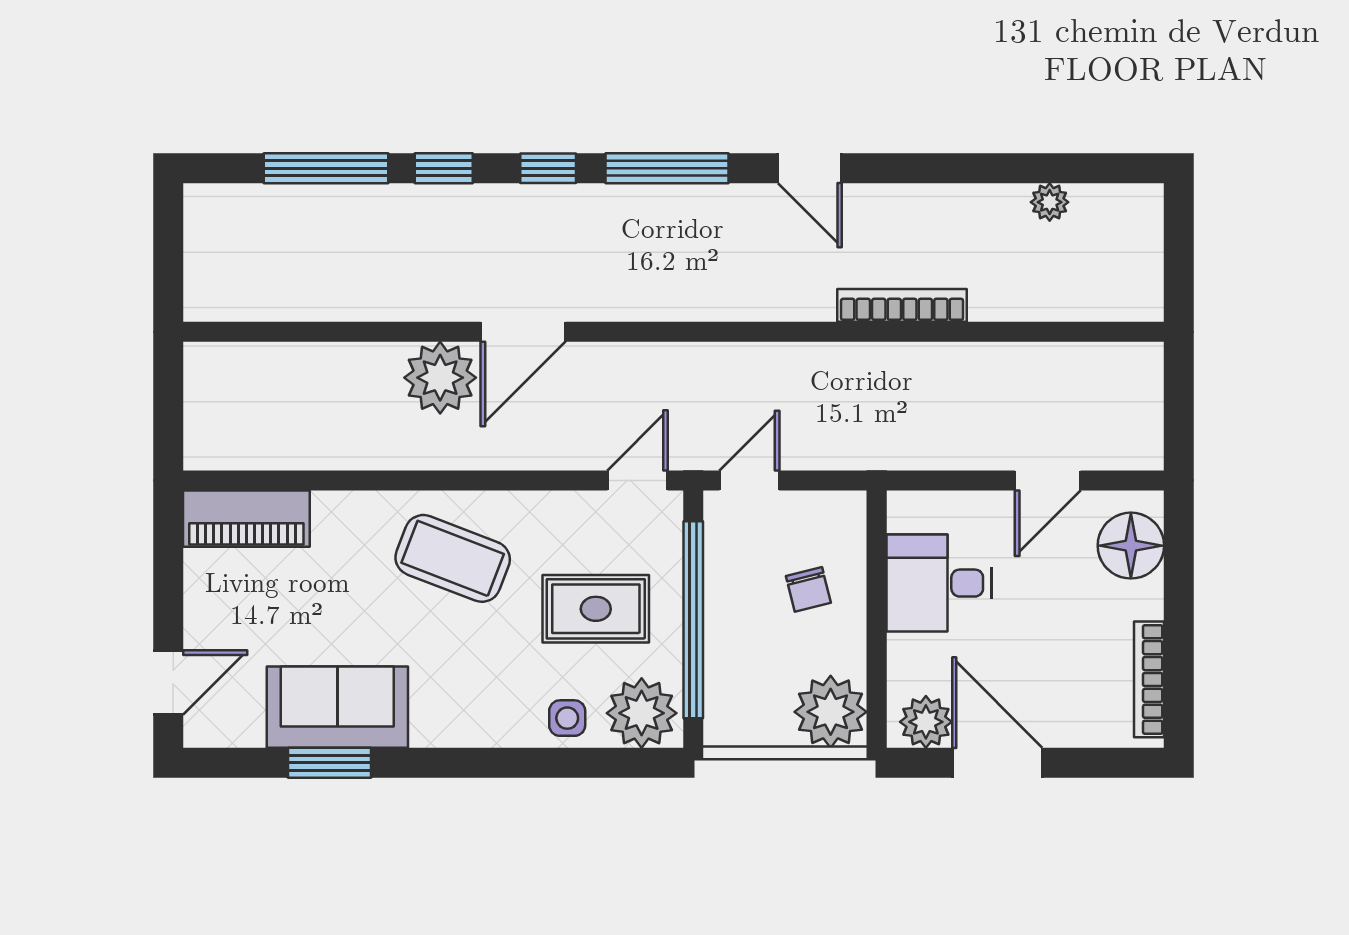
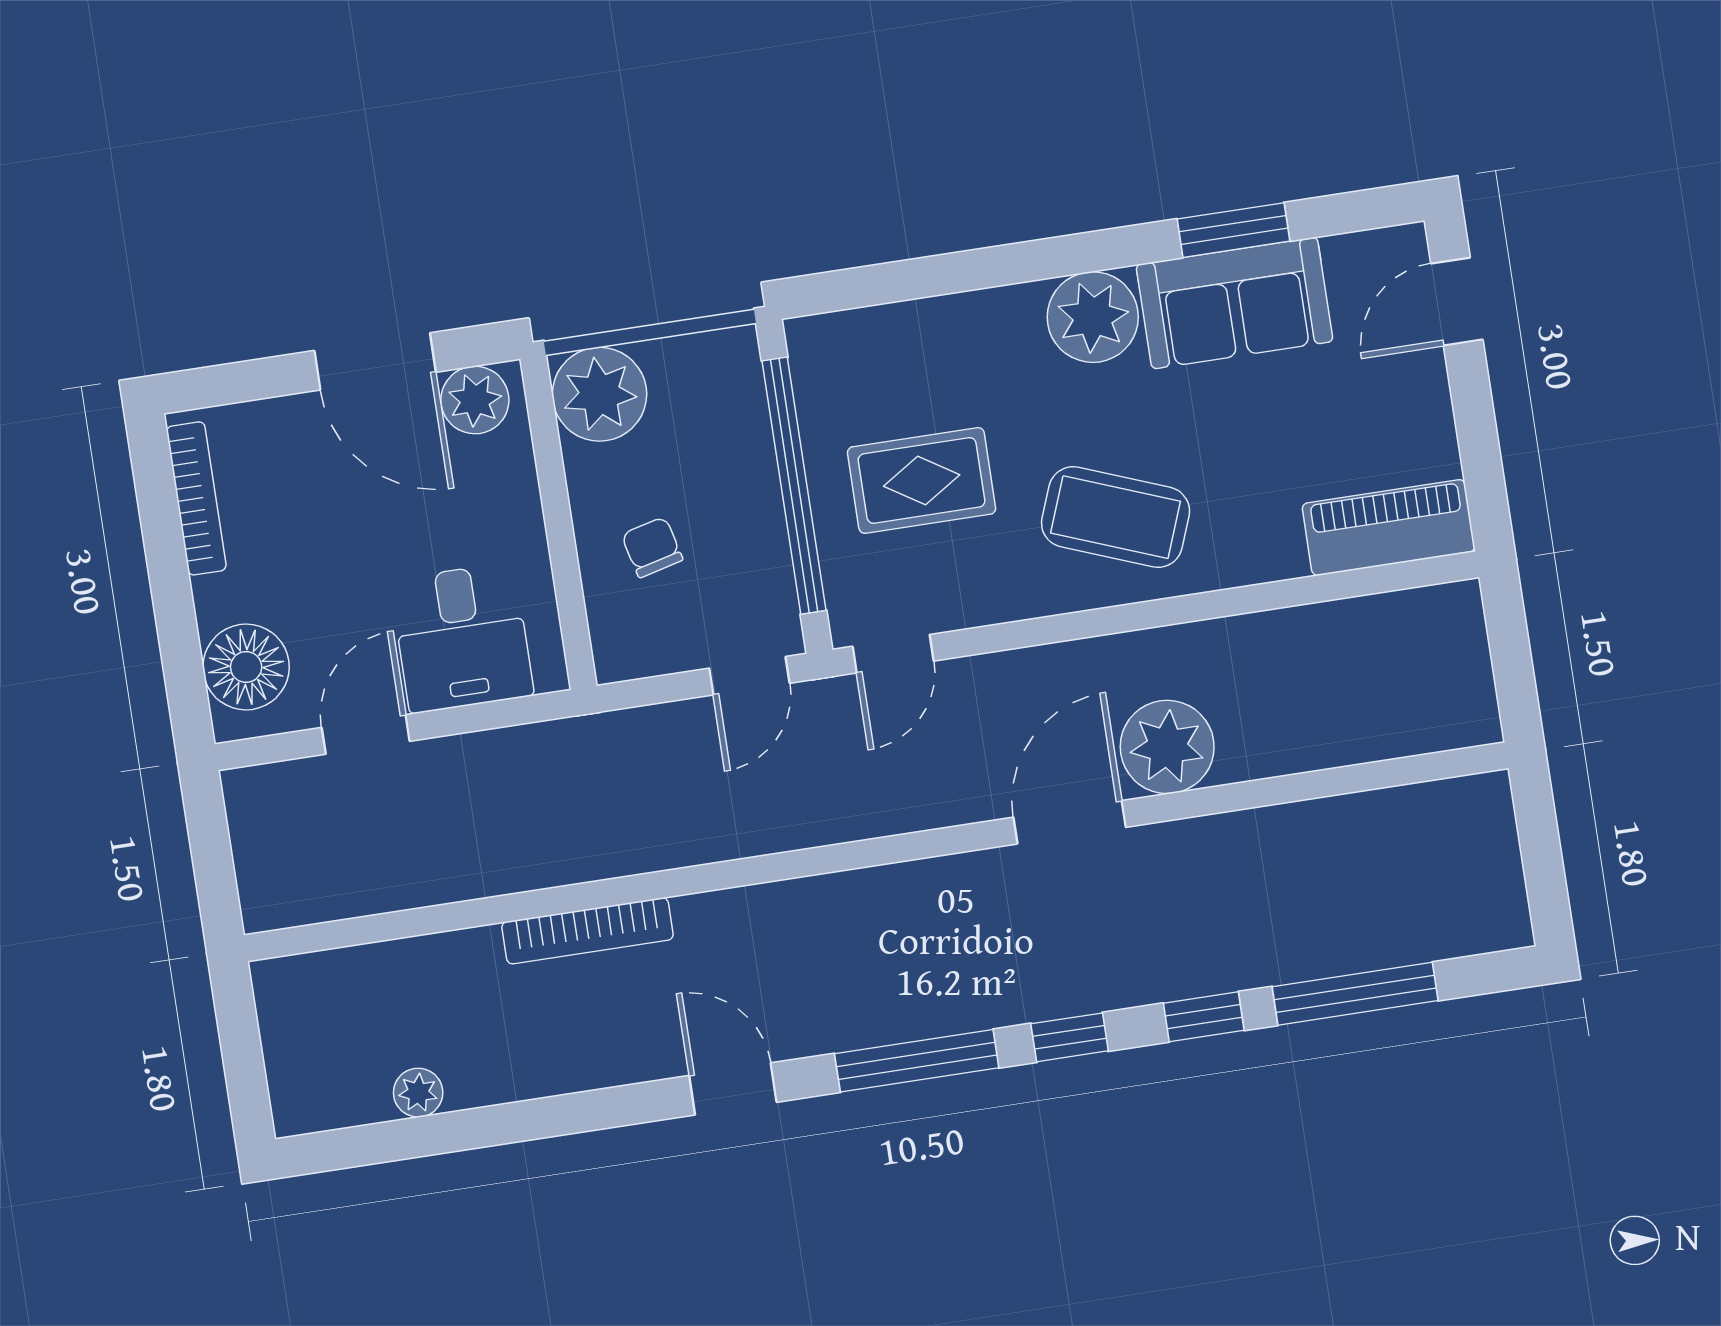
desk: (939, 583) -> (462, 638), moved, turned 90
plant: (642, 713) -> (1093, 317), moved
side table: (567, 718) -> (937, 334), removed

